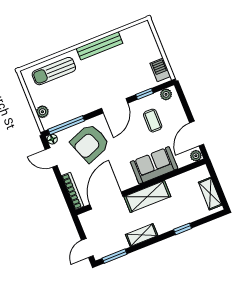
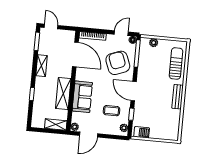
bench: (99, 46) -> (178, 97), width x0.73
door: (197, 134) -> (89, 135), swing flipped
shelving: (210, 194) -> (56, 124), moved
shelving: (147, 197) -> (63, 94), moved

